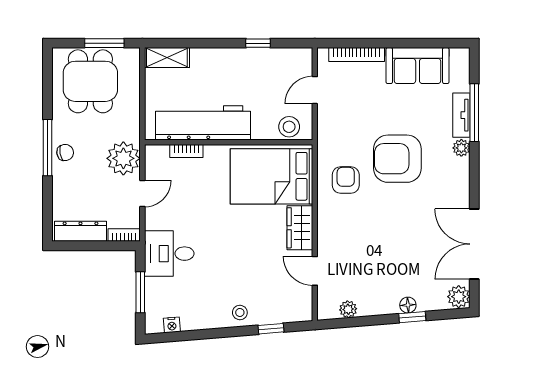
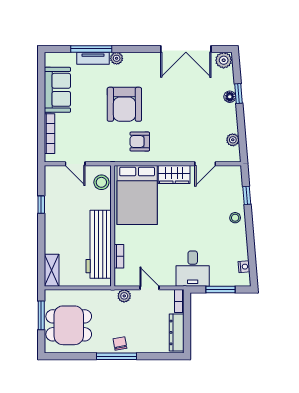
plant: (123, 158) -> (124, 296), width x0.53, depth x0.53

